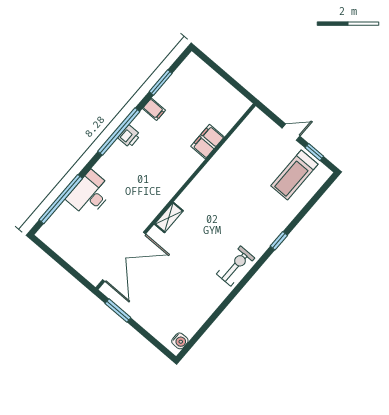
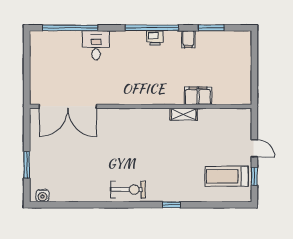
desk: (90, 194) -> (96, 45), width x0.73
shelving: (169, 217) -> (184, 114), moved
window: (118, 310) -> (27, 165), moved

